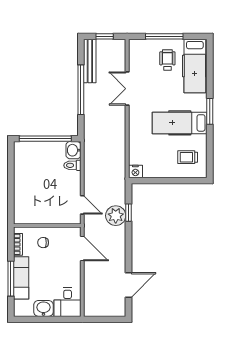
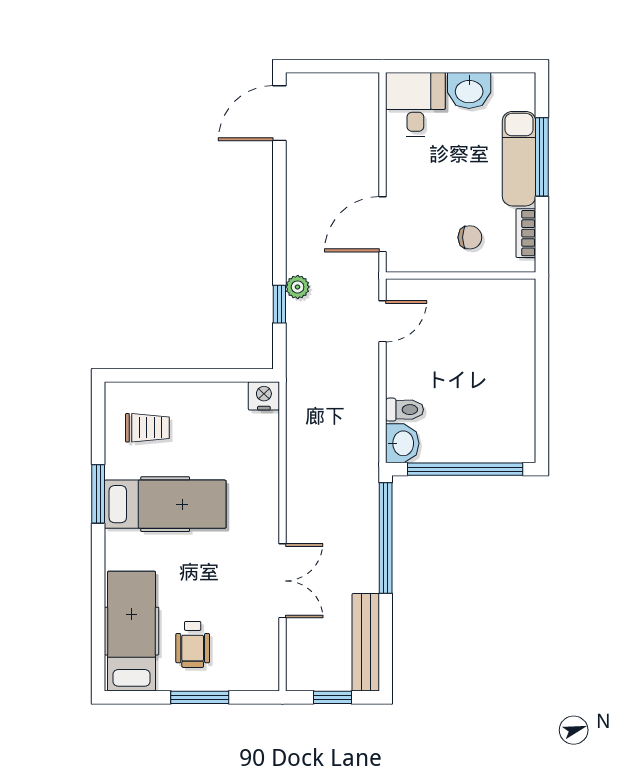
window: (164, 36) -> (200, 697), width x0.69
window: (81, 90) -> (386, 538), moved
window: (210, 111) -> (98, 494), moved
door: (82, 205) -> (382, 321), swing flipped
plant: (116, 216) -> (298, 287), width x0.53, depth x0.53
door: (82, 248) -> (382, 224), hinge flipped
door: (129, 285) -> (279, 113), moved

